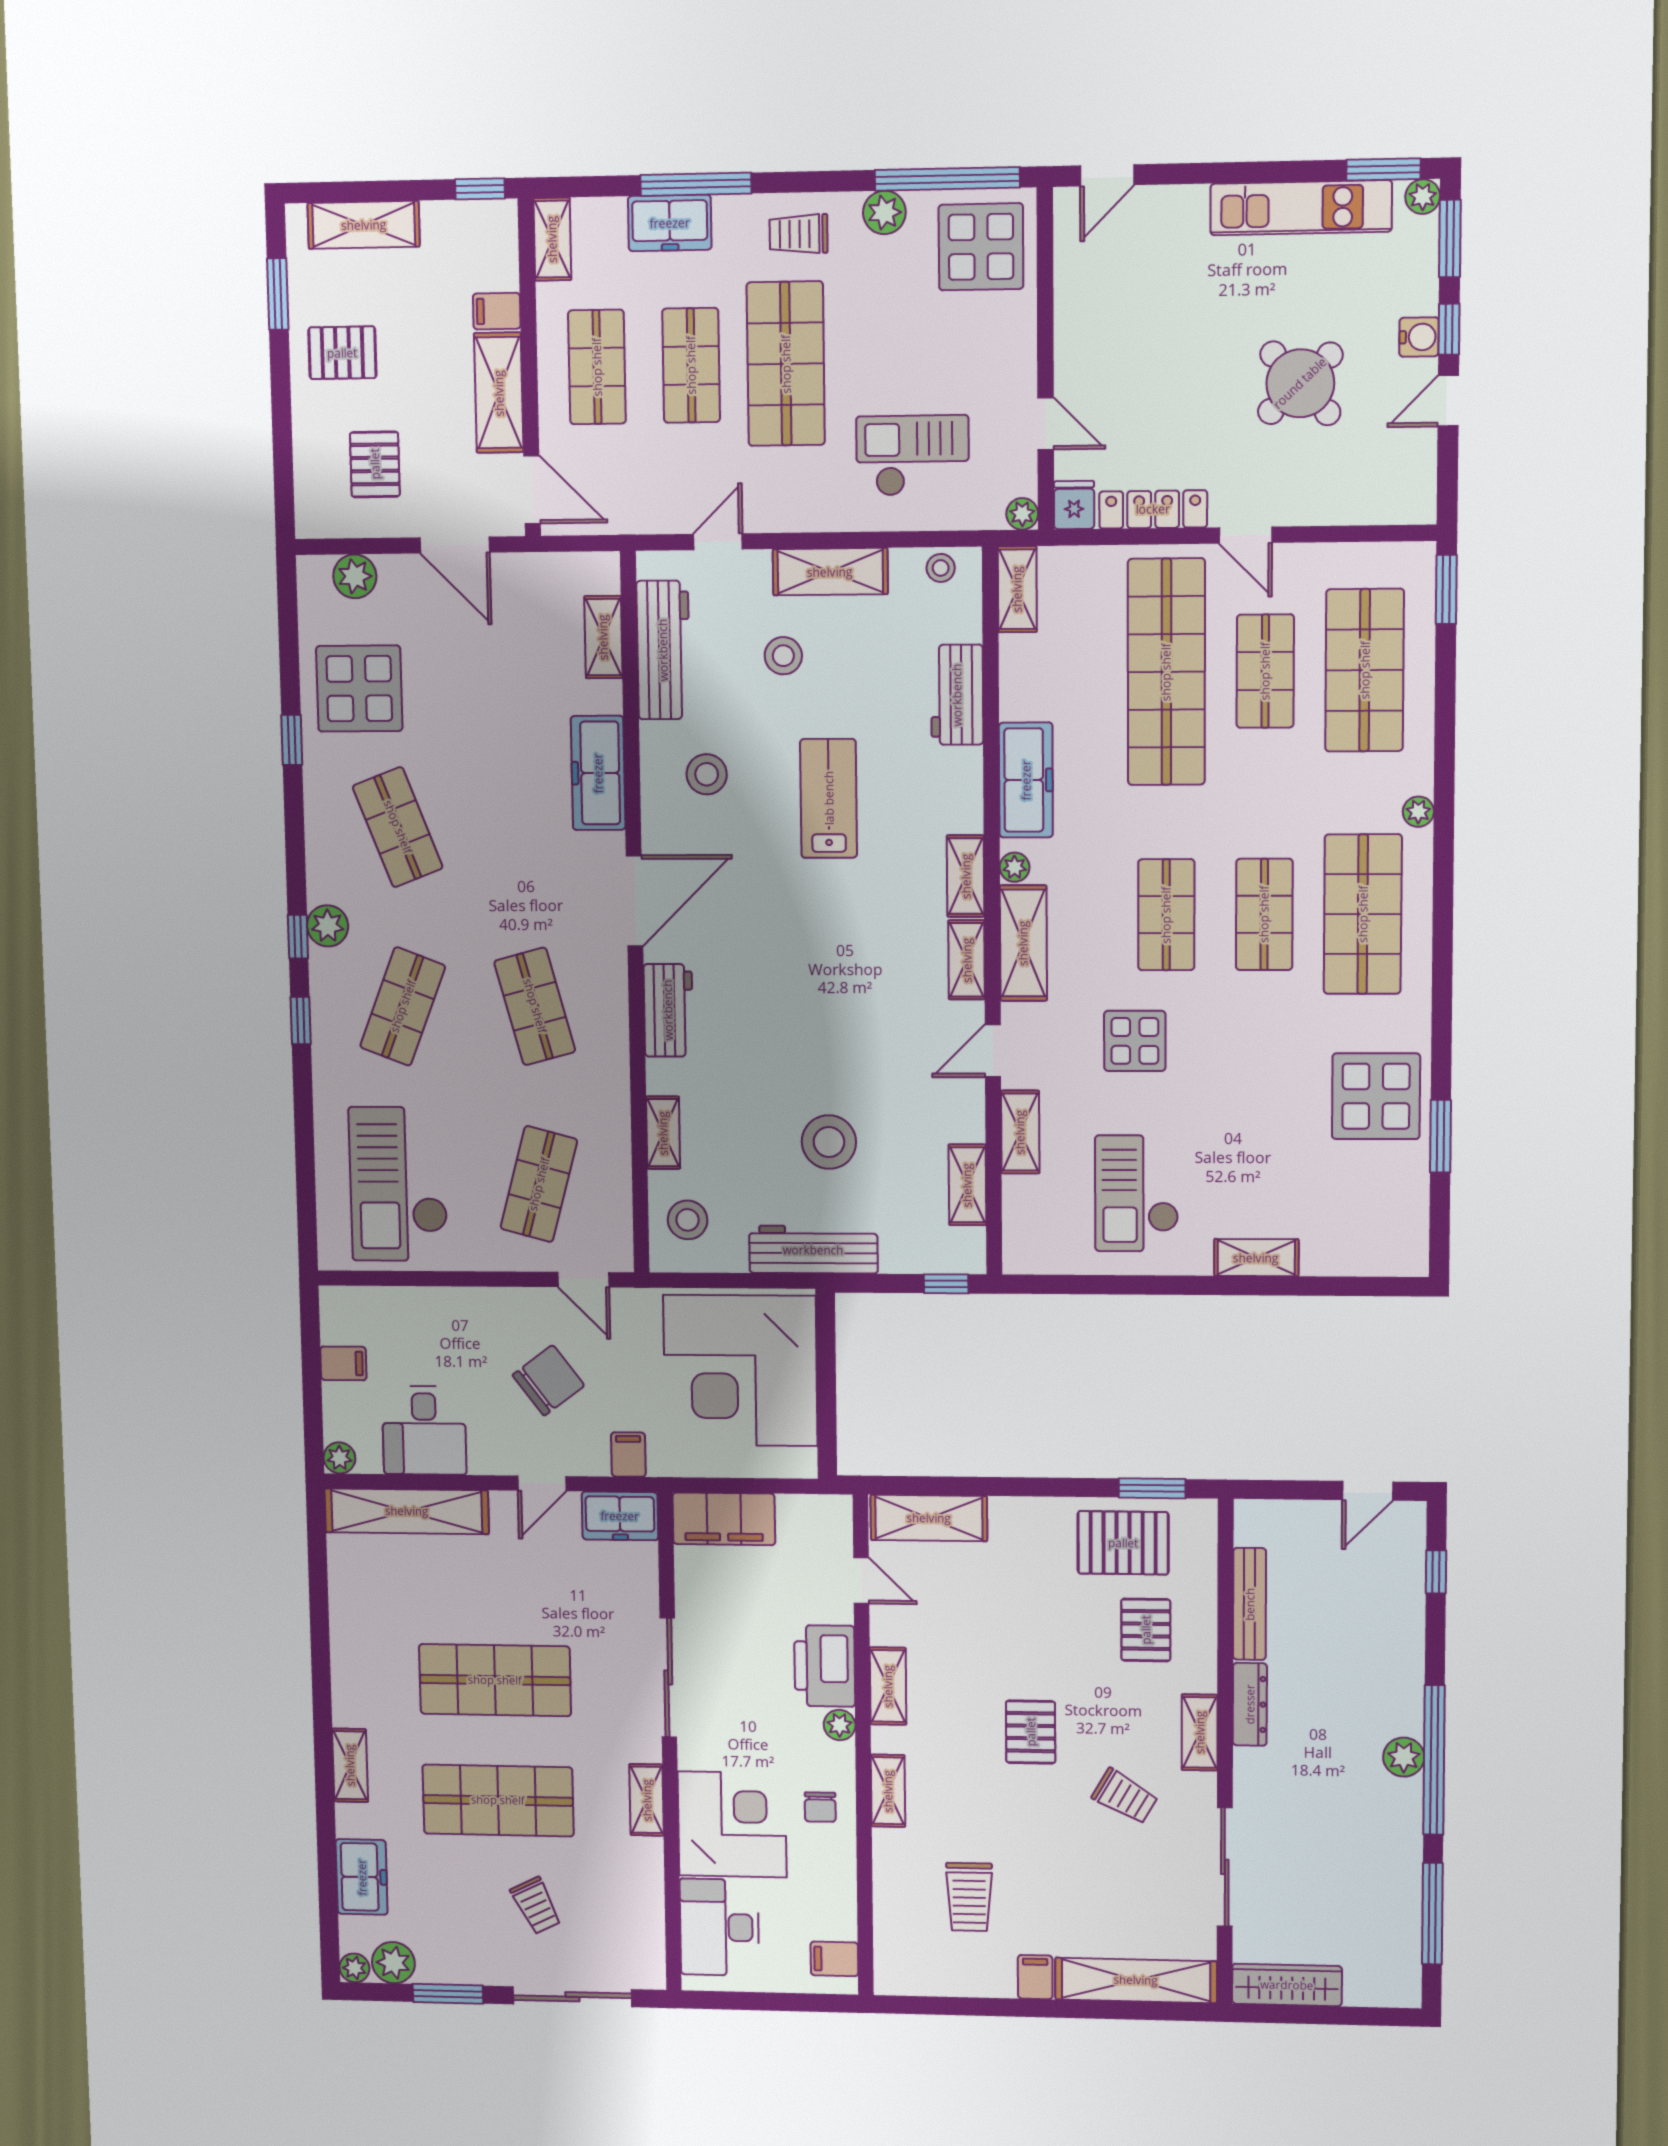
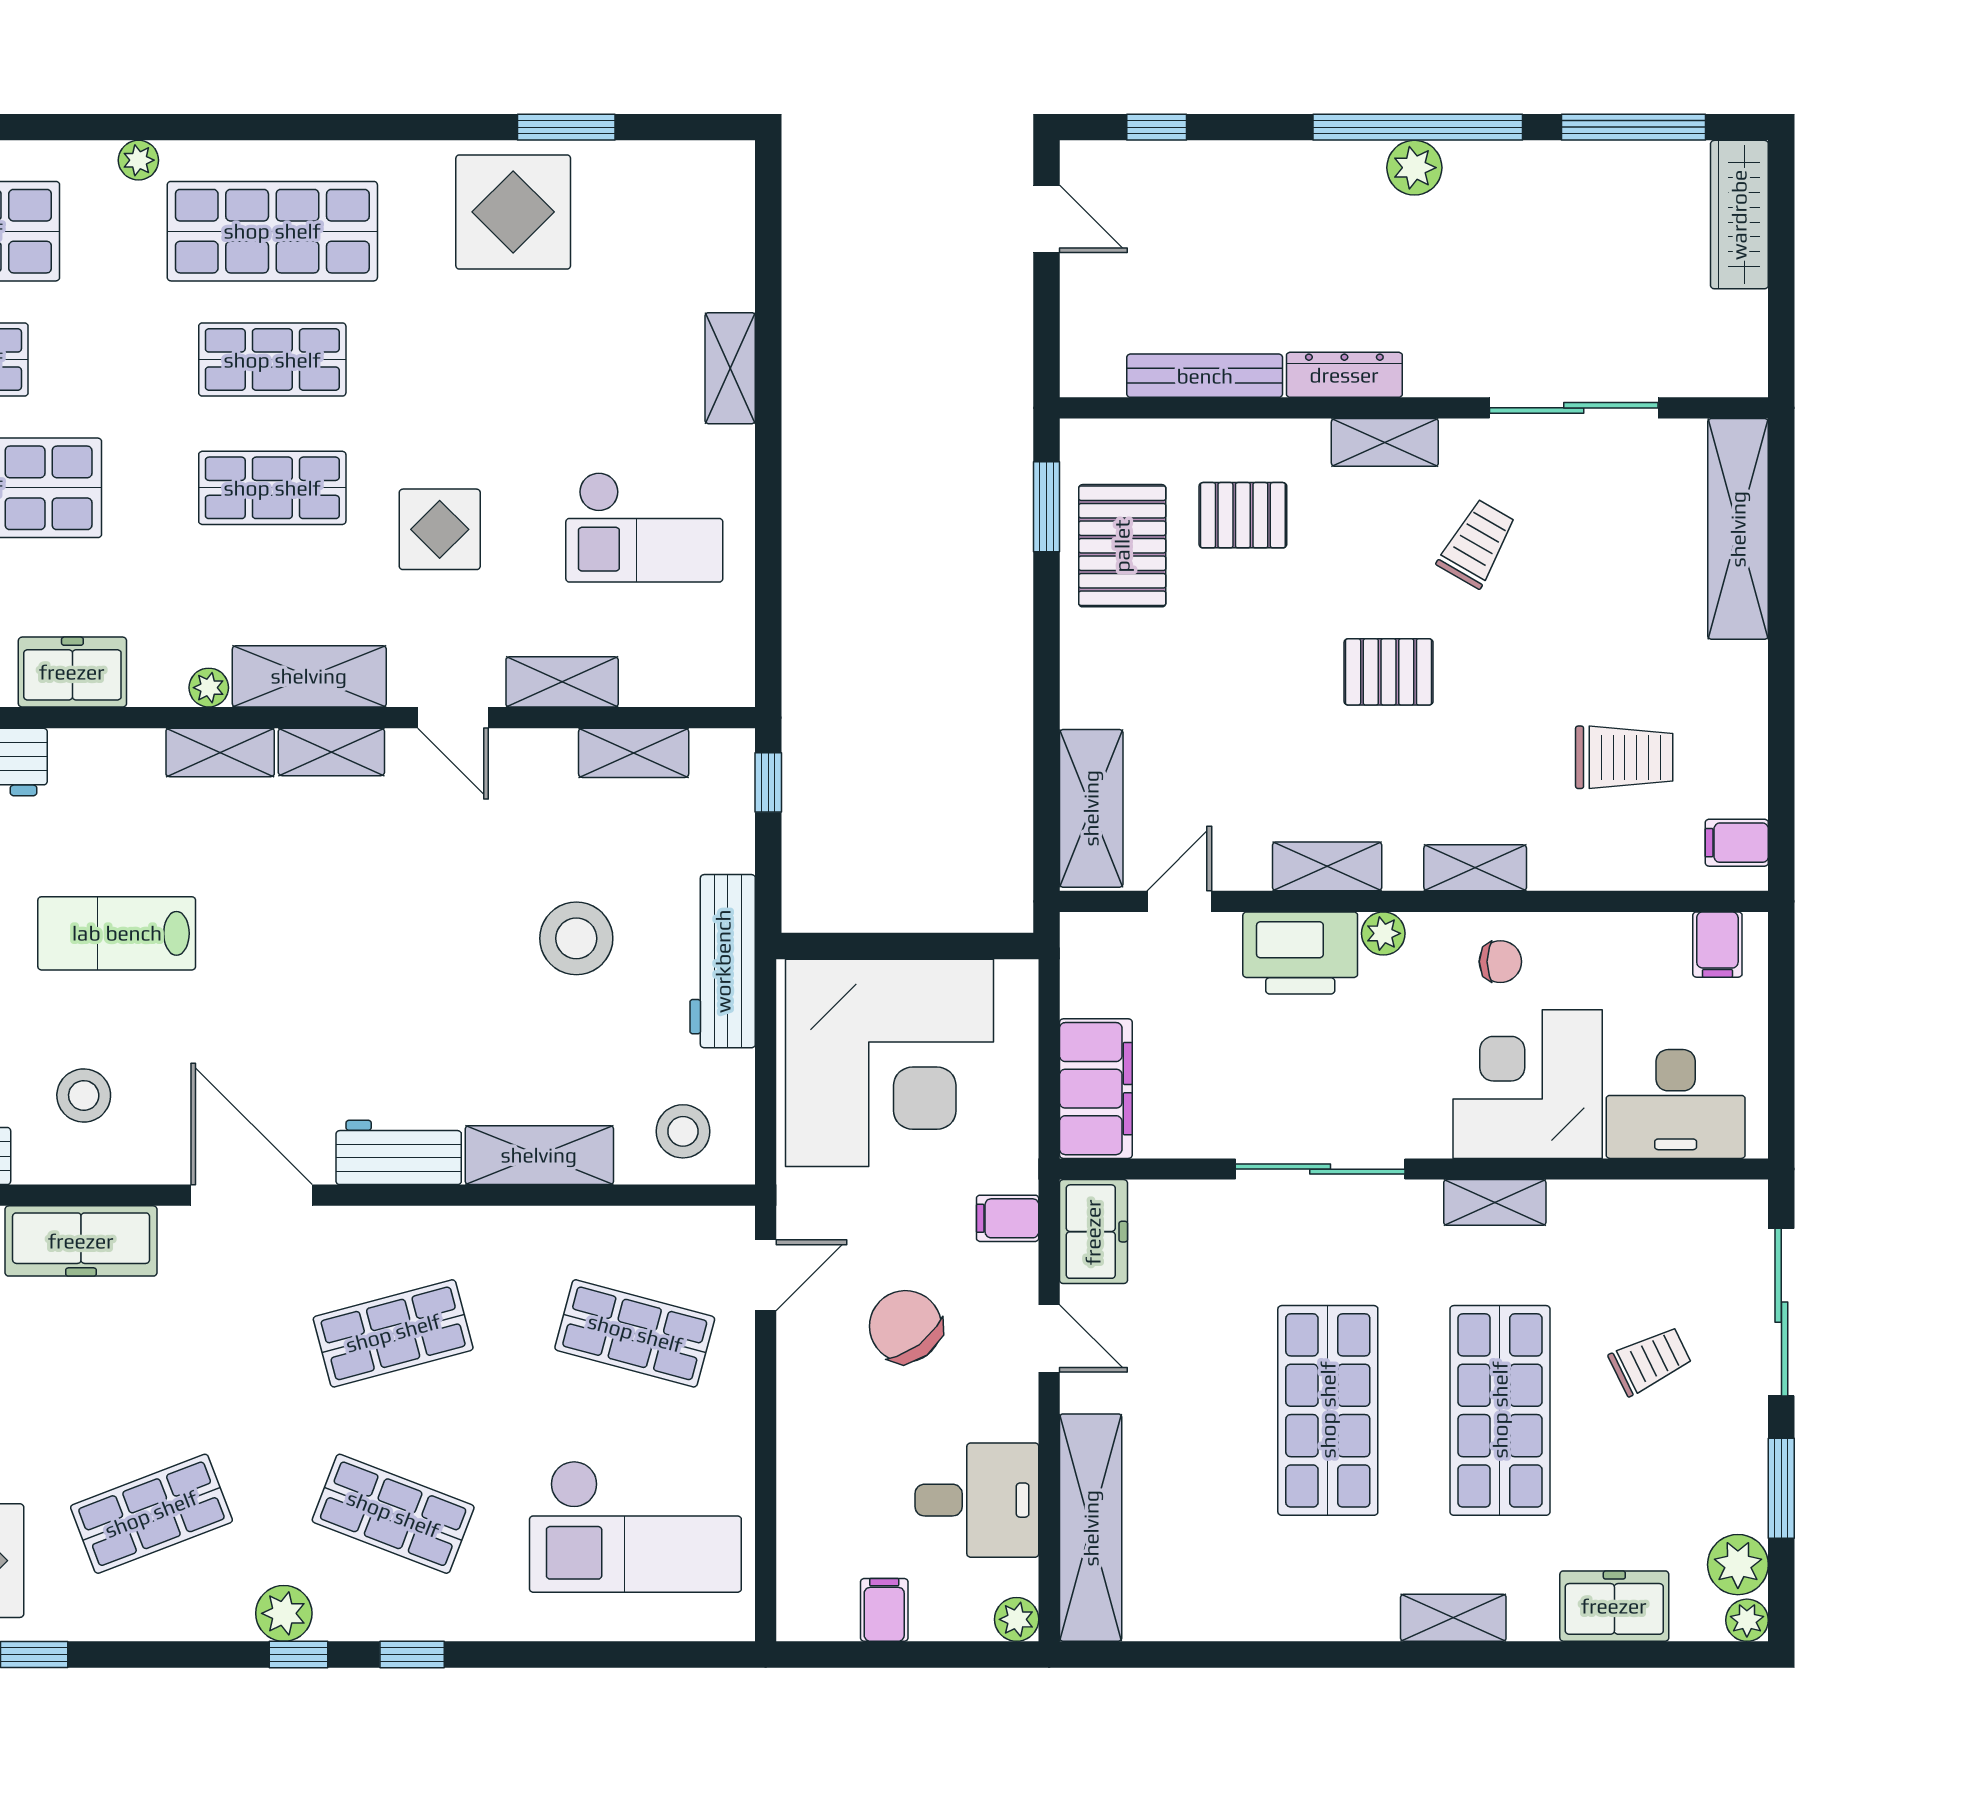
freezer: (1026, 780) -> (72, 672), width x0.71
shelving: (663, 1133) -> (539, 1155), width x1.50, depth x1.33
filing cabinet: (1035, 1977) -> (1737, 843), moved
wardrobe: (1287, 1985) -> (1739, 215), moved

